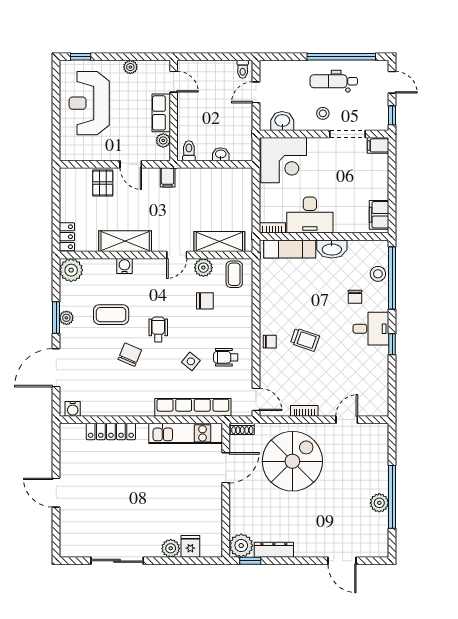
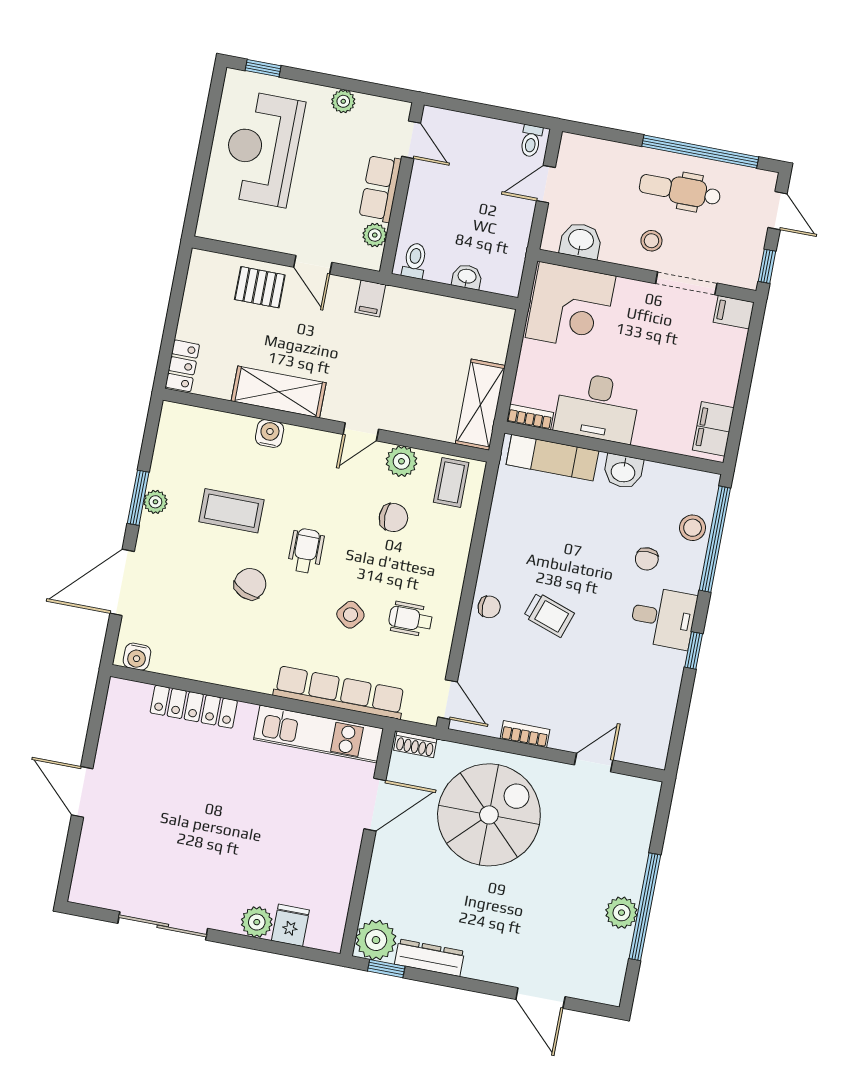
pallet: (103, 183) -> (260, 287), turned 90
shelving: (219, 242) -> (480, 405), moved, turned 90
washbasin: (332, 249) -> (623, 471), width x0.72
plant: (71, 270) -> (179, 423), removed

